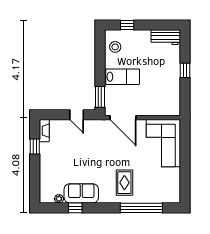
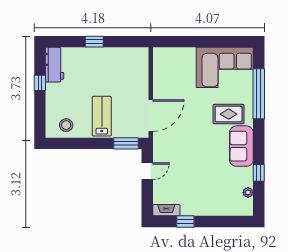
window: (127, 25) -> (40, 83), moved
corner sofa: (163, 143) -> (225, 67), moved
sofa: (81, 193) -> (241, 146), moved

